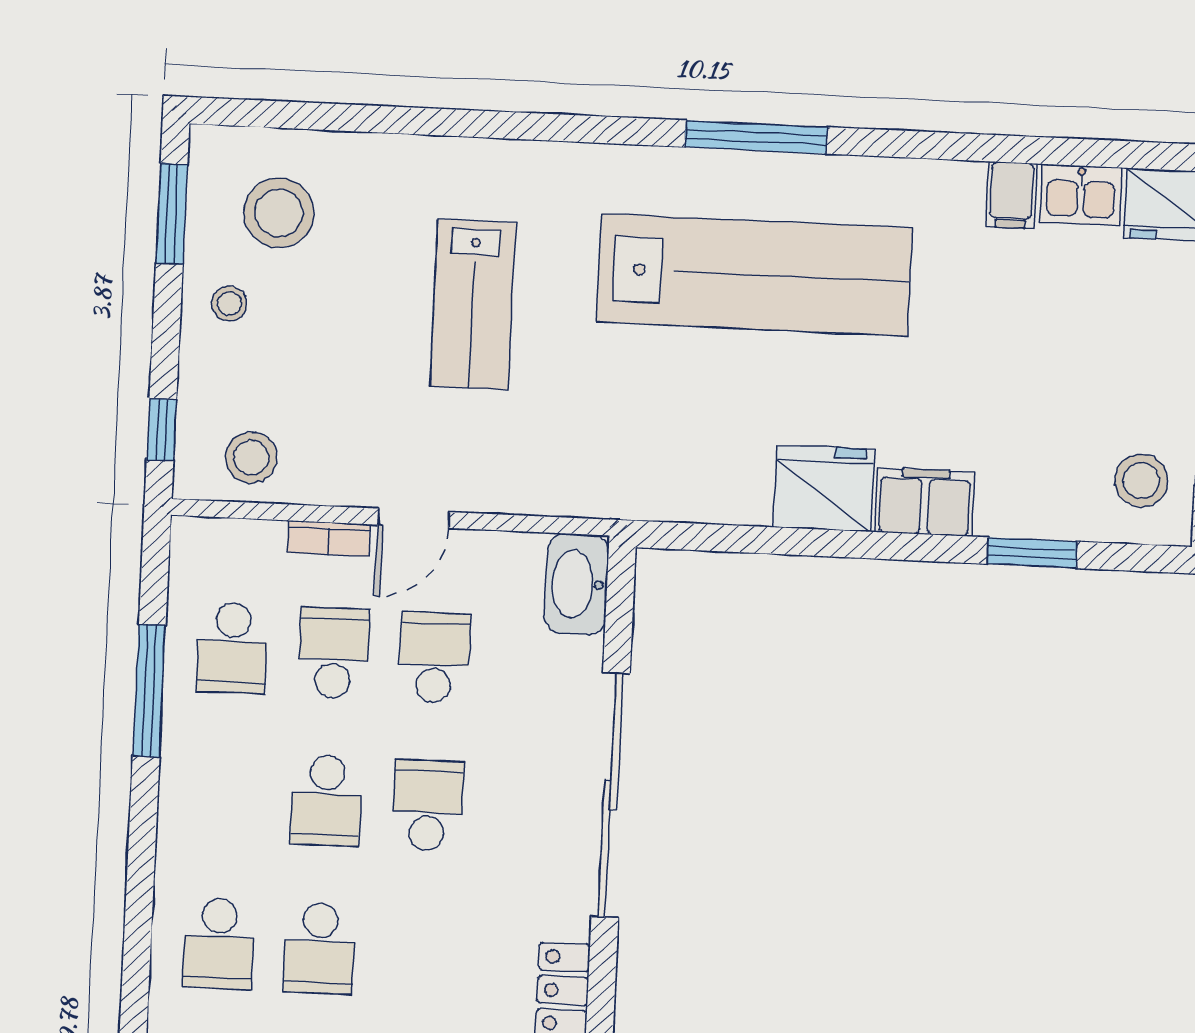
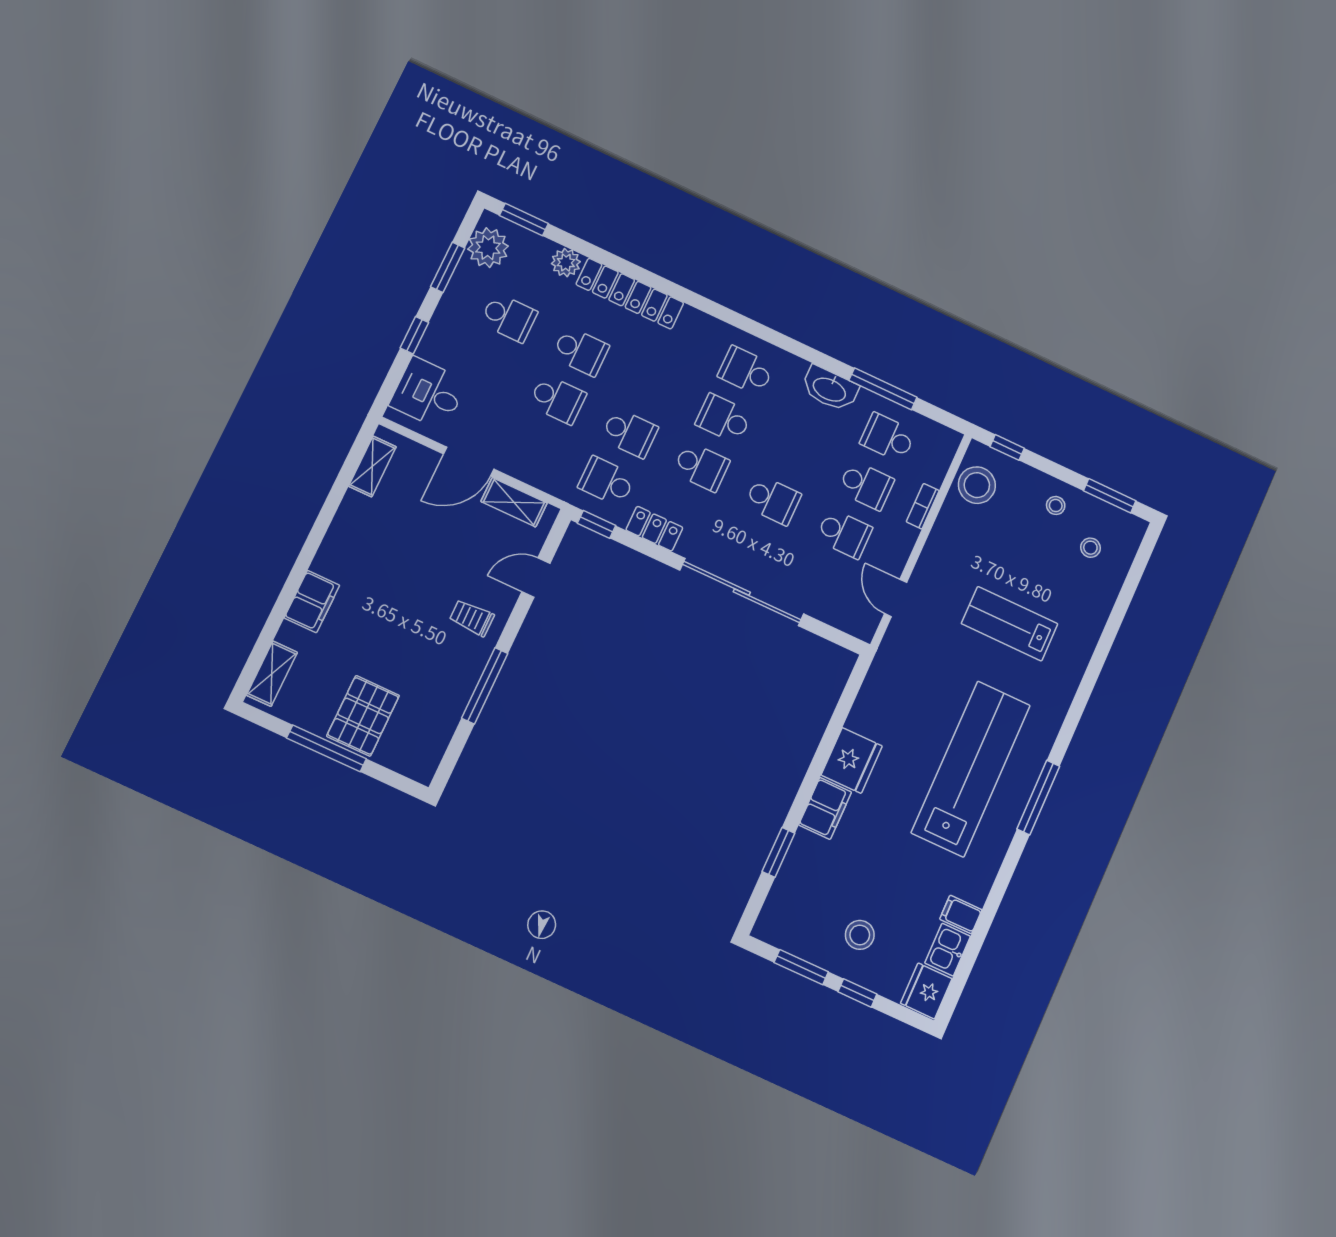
stool: (279, 213) -> (1090, 548), width x0.53, depth x0.53
lab bench: (754, 275) -> (971, 769), turned 180
stool: (251, 457) -> (977, 485), width x1.38, depth x1.38
stool: (1141, 481) -> (860, 935), moved
door: (414, 518) -> (896, 598), moved
washbasin: (577, 584) -> (830, 389), moved, turned 180
school desk: (326, 801) -> (701, 467), moved, turned 180

